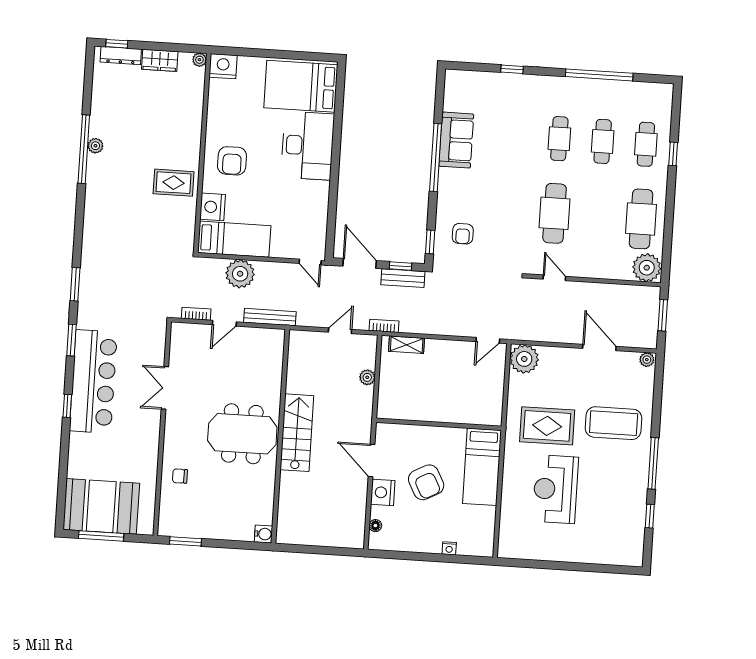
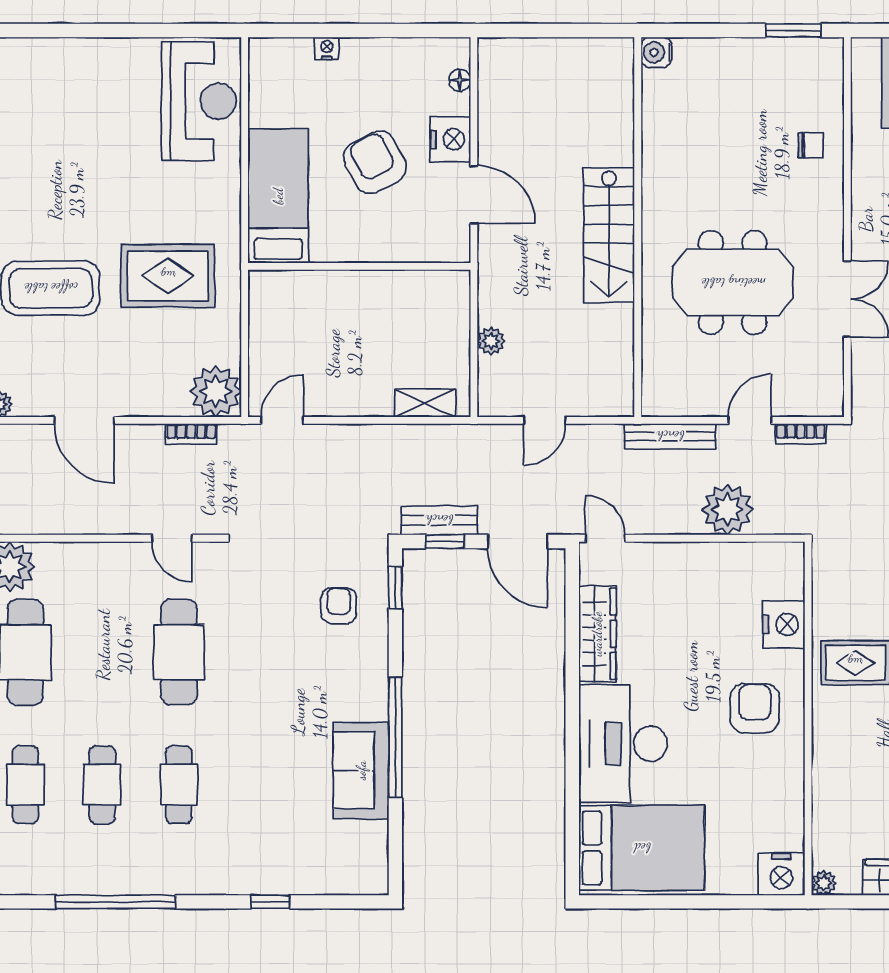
wardrobe: (318, 208) -> (597, 634), added
bed: (234, 239) -> (742, 570), removed
bookcase: (384, 326) -> (191, 434), moved
meeting table: (242, 434) -> (733, 283), moved
reception desk: (555, 489) -> (199, 101), moved

